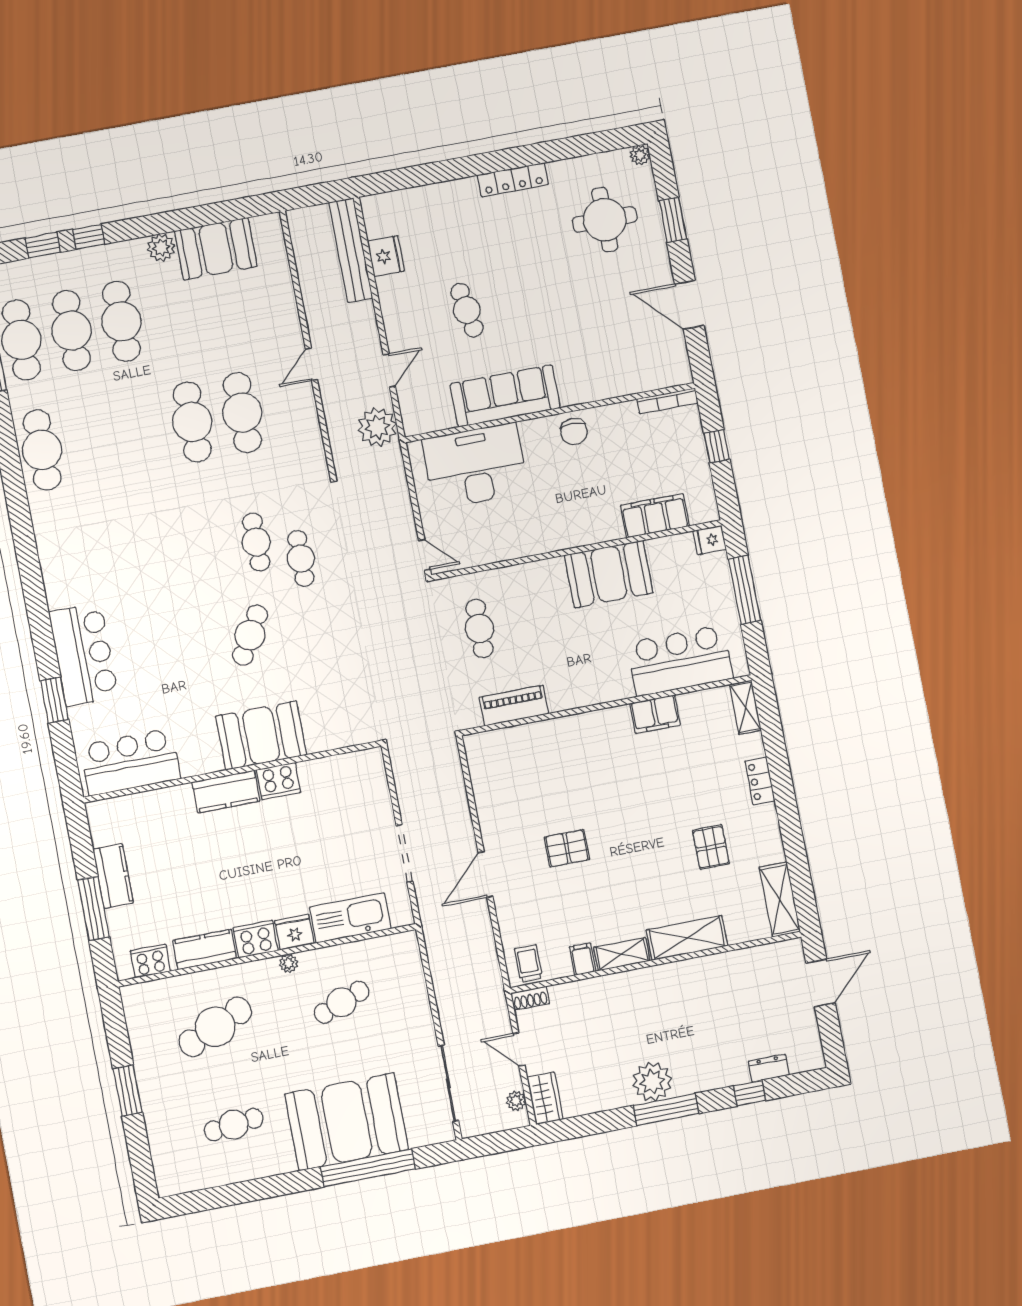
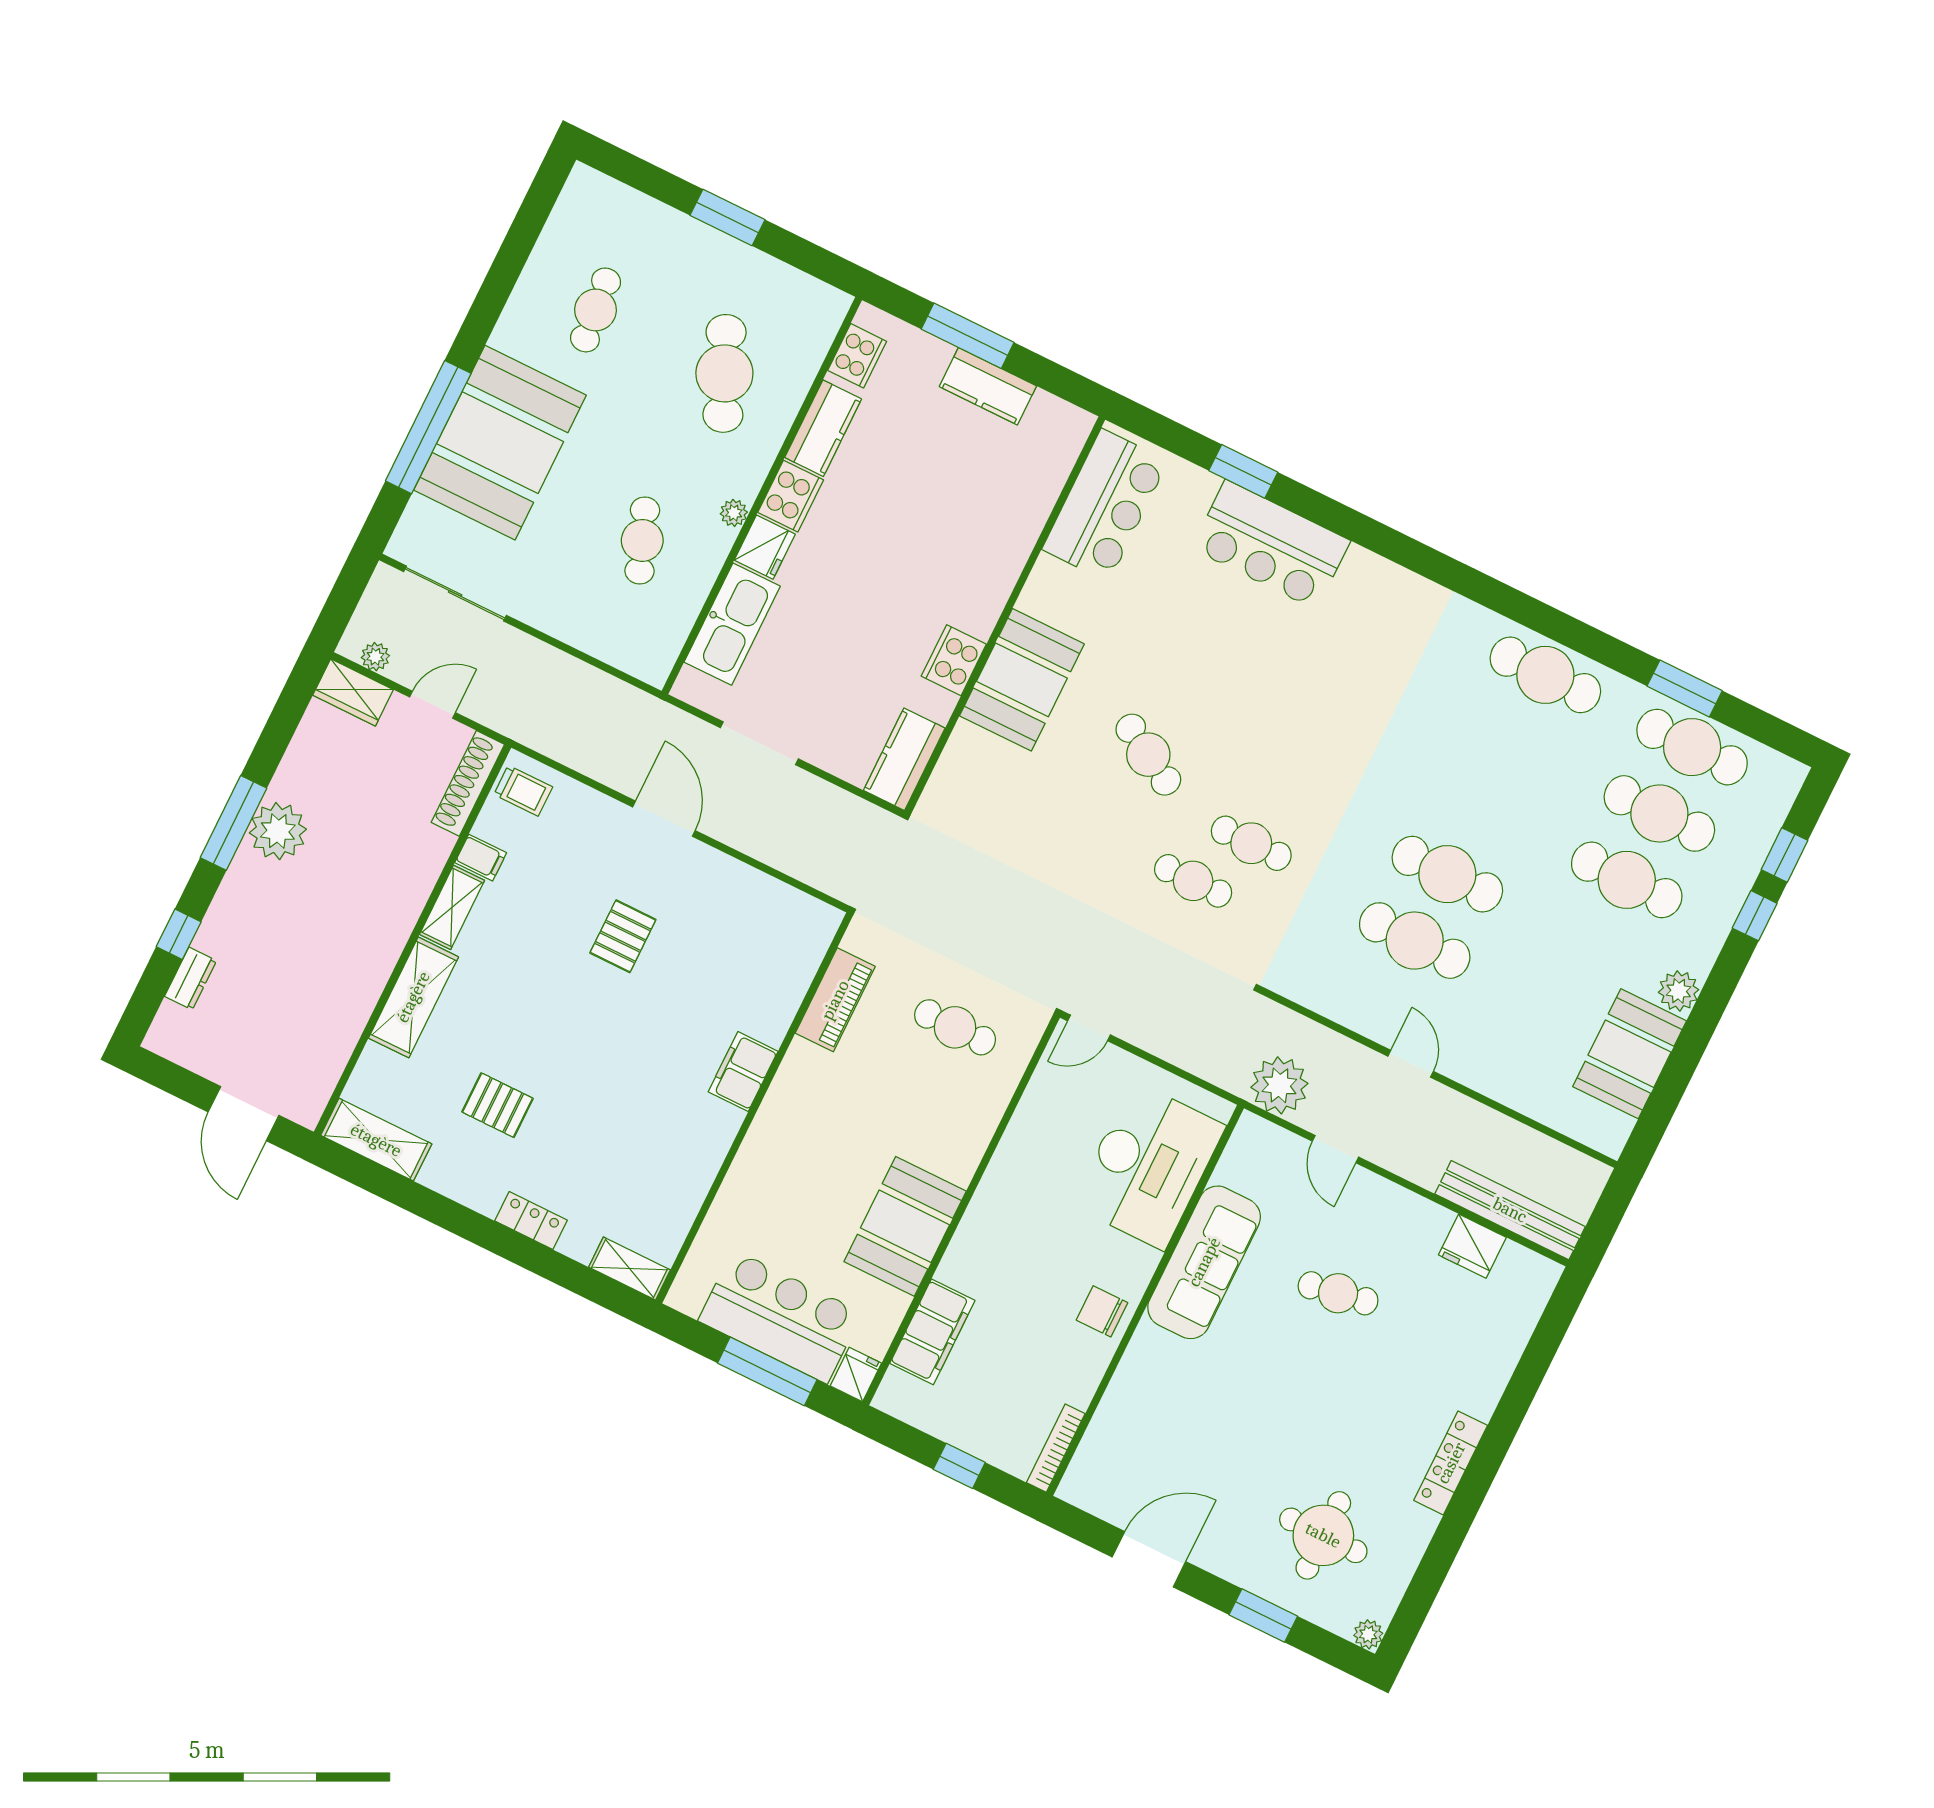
bar counter: (680, 661) -> (780, 1317), moved, turned -90
filing cabinet: (655, 714) -> (743, 1072), moved
kitchen counter: (226, 792) -> (904, 759), moved
shoe rack: (530, 998) -> (468, 783), width x1.94, depth x1.24

